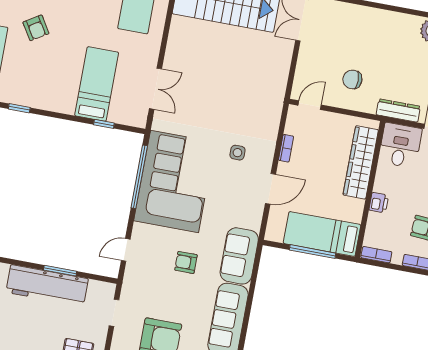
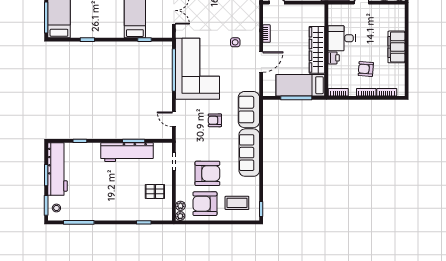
desk: (400, 145) -> (342, 38), moved, turned -90
wardrobe: (361, 162) -> (317, 50), moved
door: (126, 250) -> (174, 119), hinge flipped

